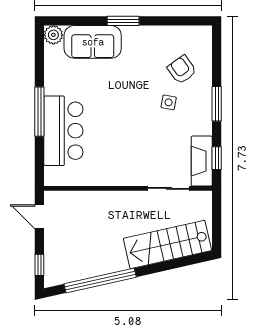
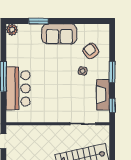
window: (123, 21) -> (38, 21), moved
sofa: (93, 42) -> (59, 34), moved
fireplace: (202, 161) -> (103, 95), moved

